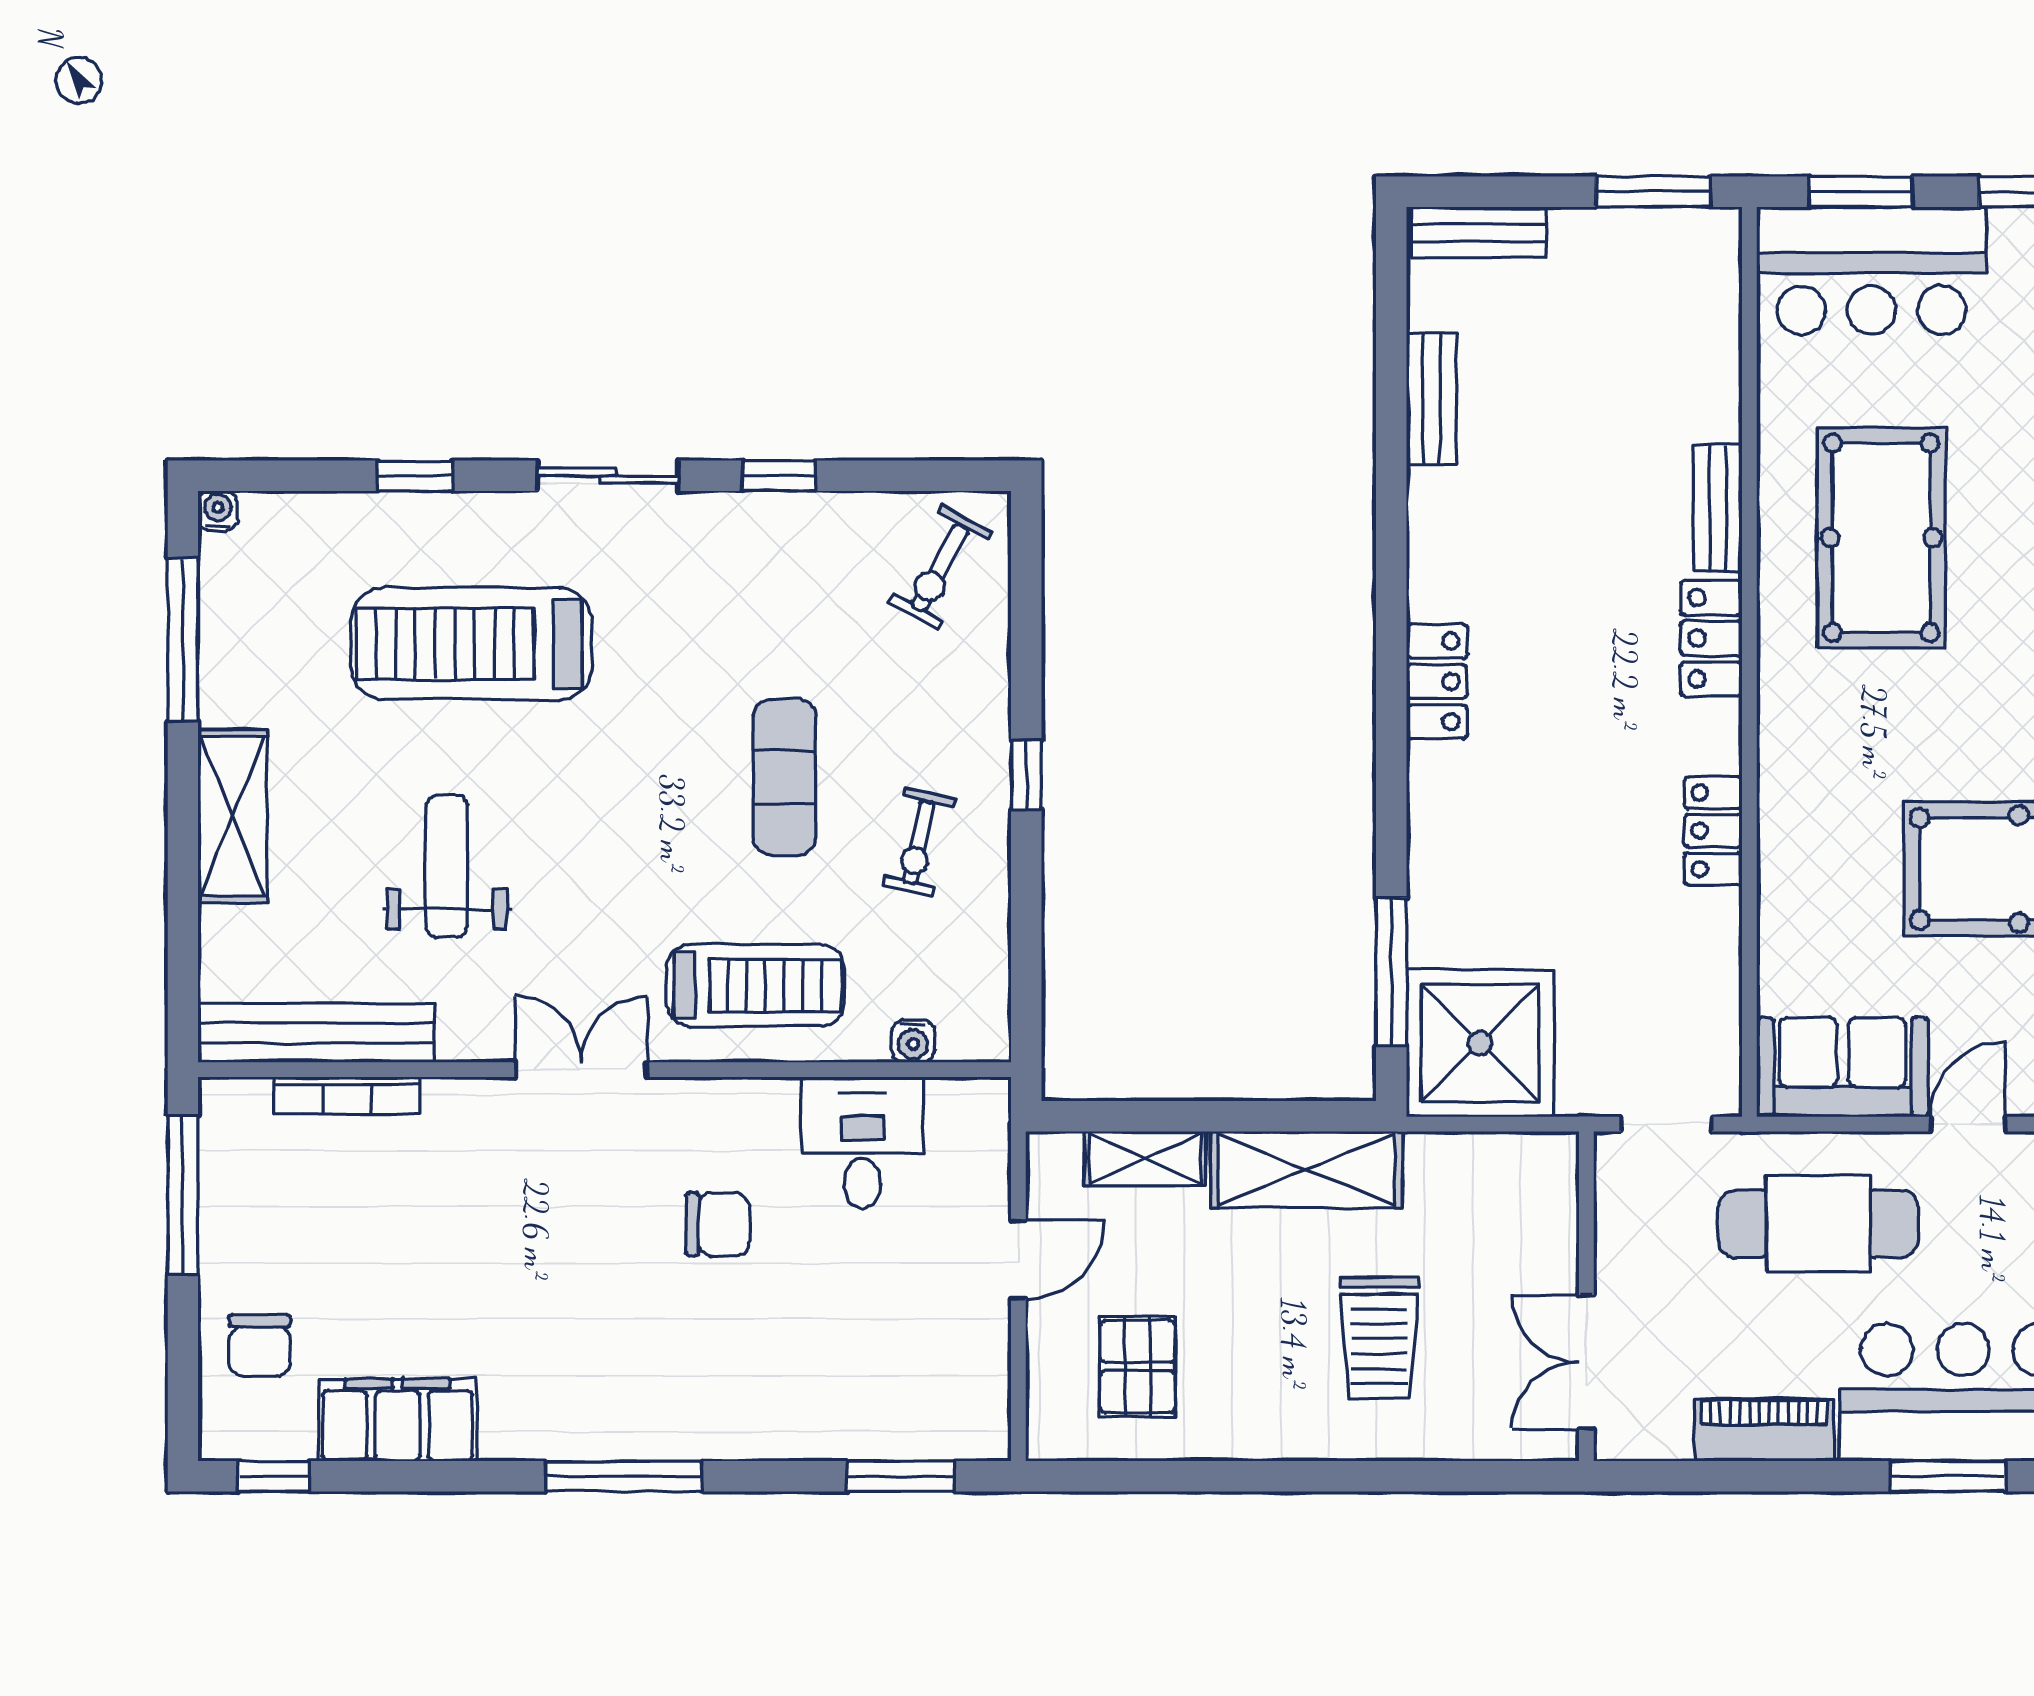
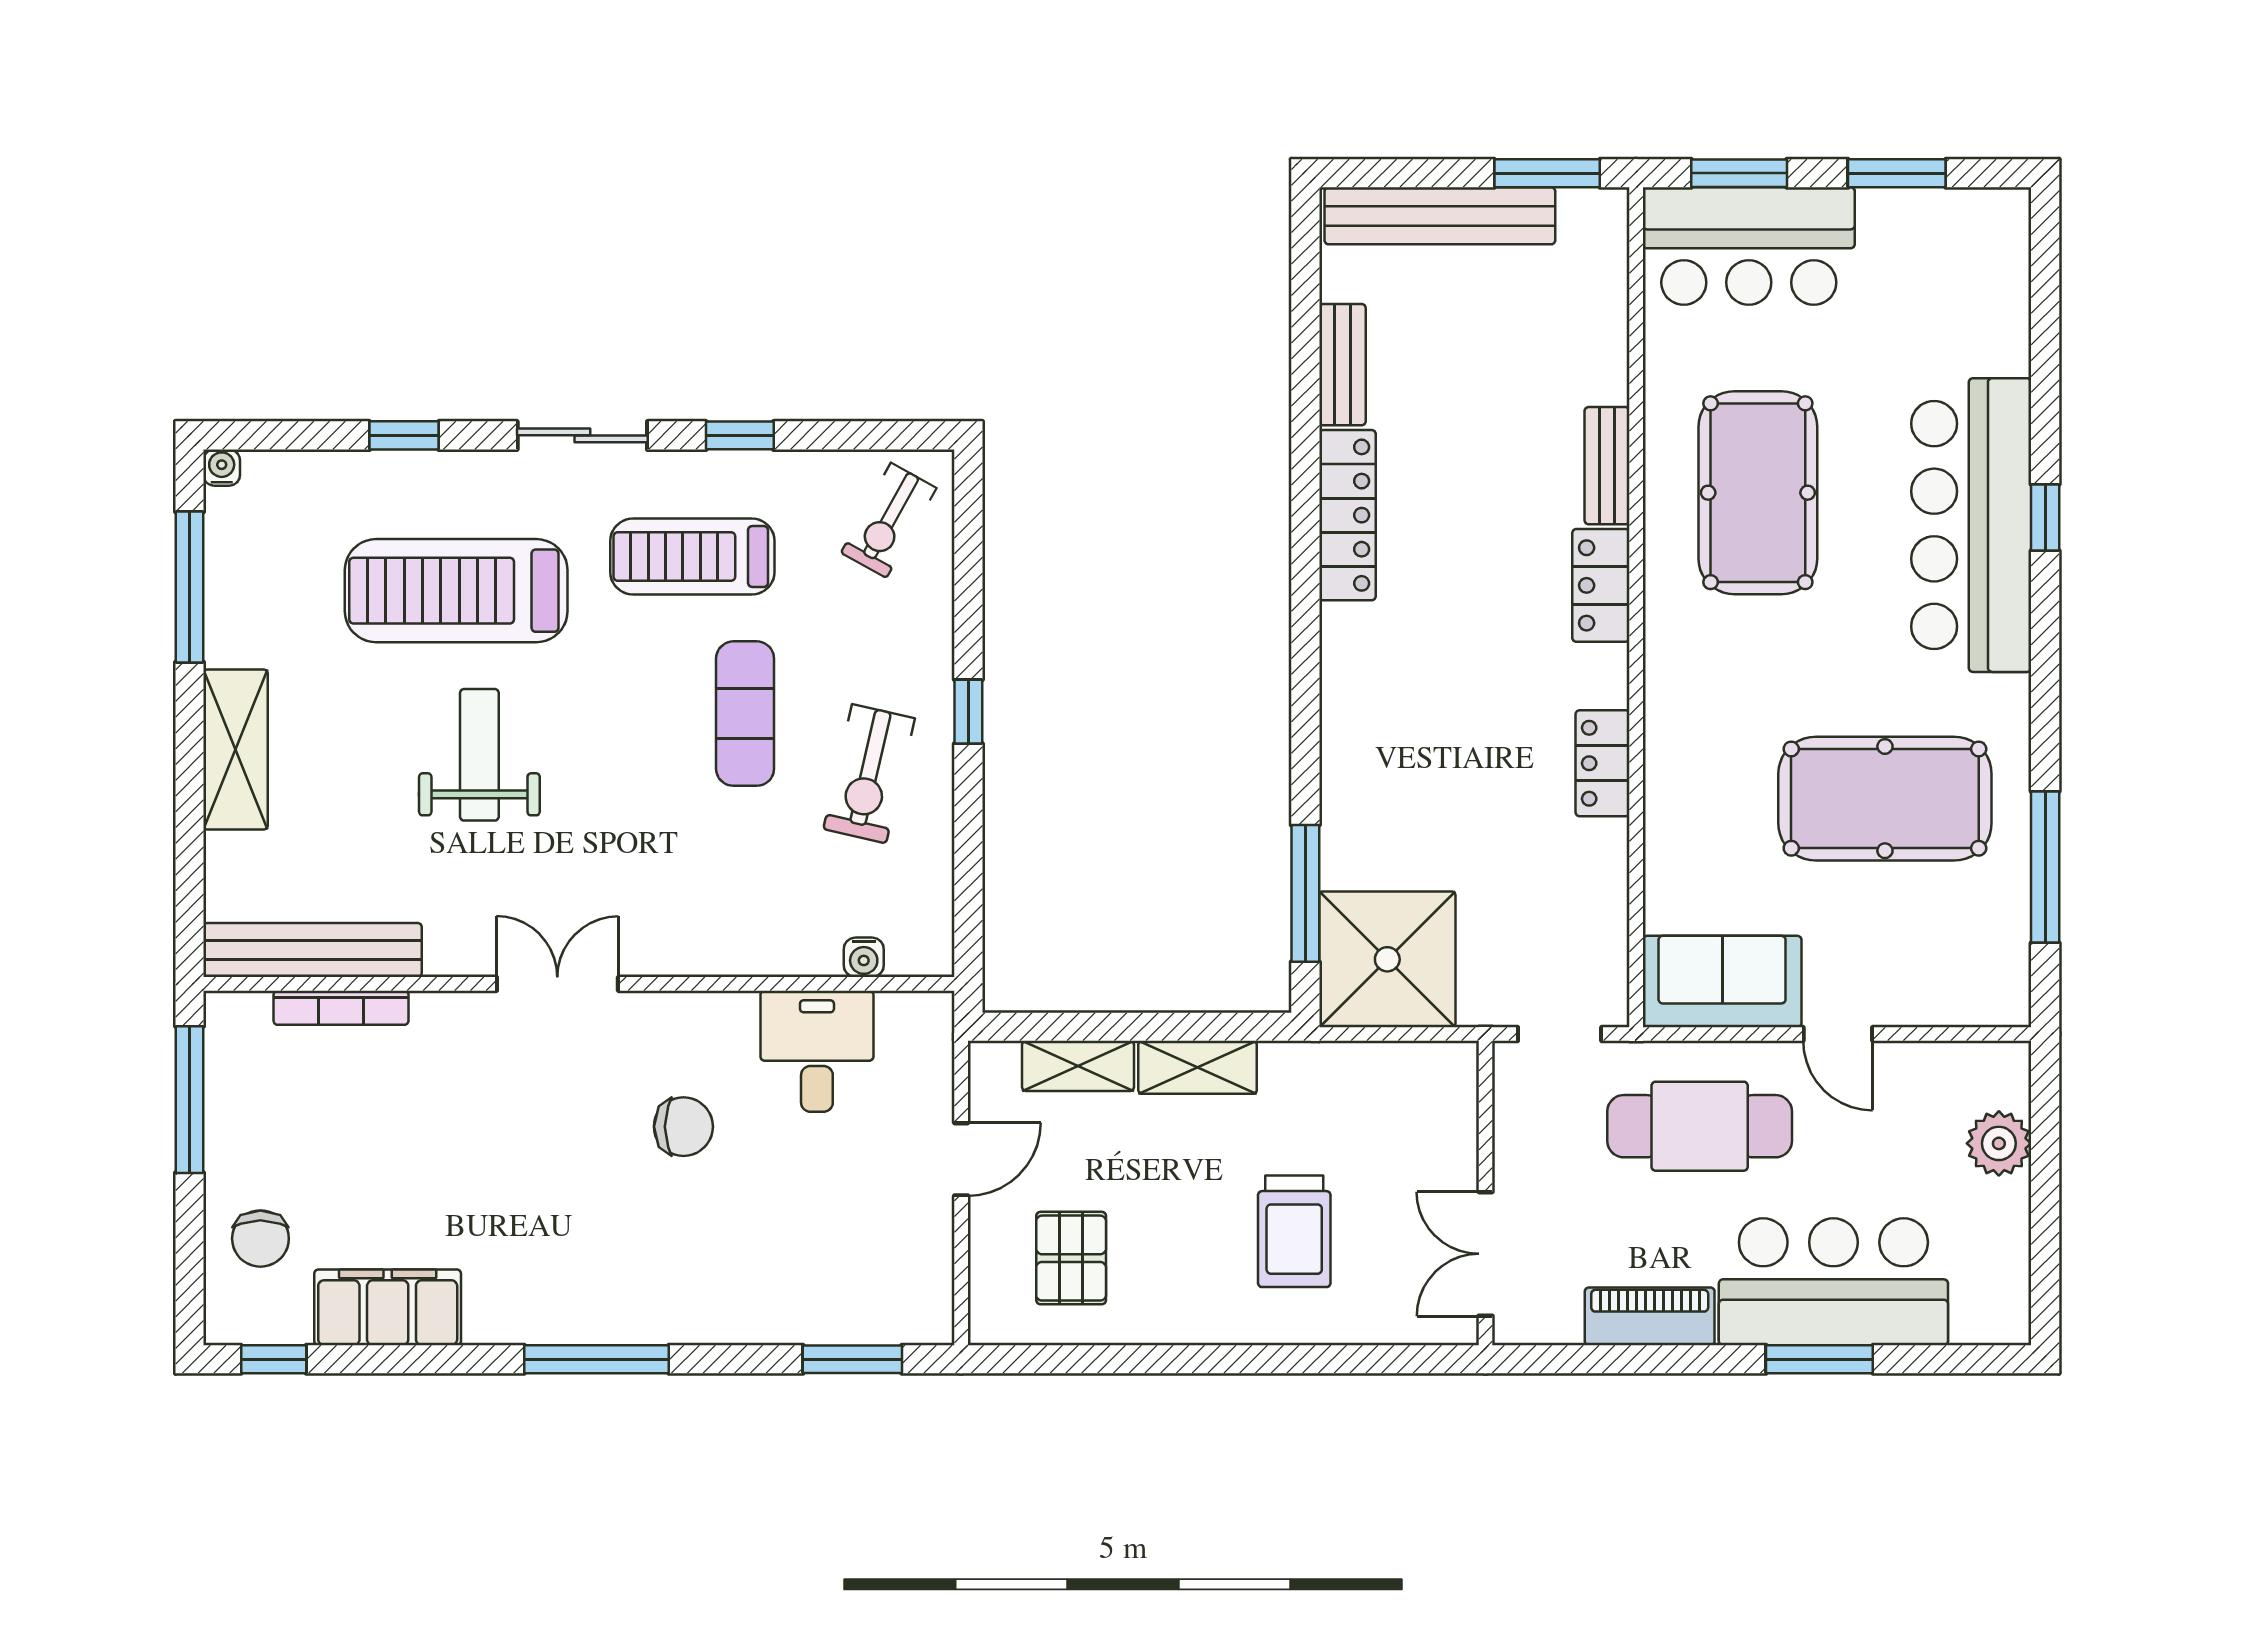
bench: (1479, 232) -> (1440, 216), width x1.86, depth x1.21
locker: (1437, 682) -> (1347, 515), moved, width x1.53
exercise bike: (919, 842) -> (869, 774), width x1.38, depth x1.39
weight bench: (447, 866) -> (479, 755), moved
treadmill: (755, 985) -> (692, 556), moved, turned 180
door: (1968, 1124) -> (1838, 1034), swing flipped
shelving: (1307, 1170) -> (1198, 1067), width x0.67, depth x0.75

